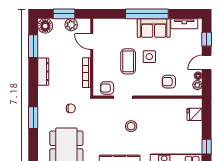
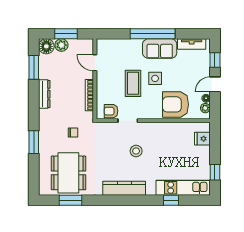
plant: (71, 25) -> (61, 45), moved
armchair: (169, 82) -> (175, 104), width x1.88, depth x1.88

